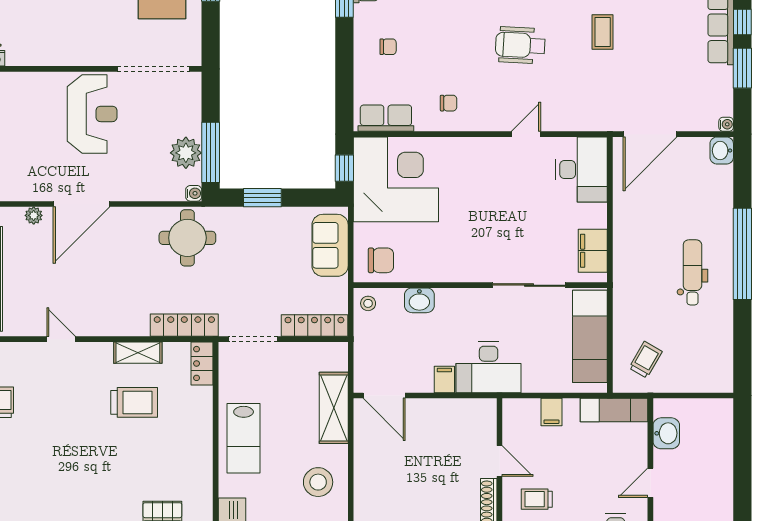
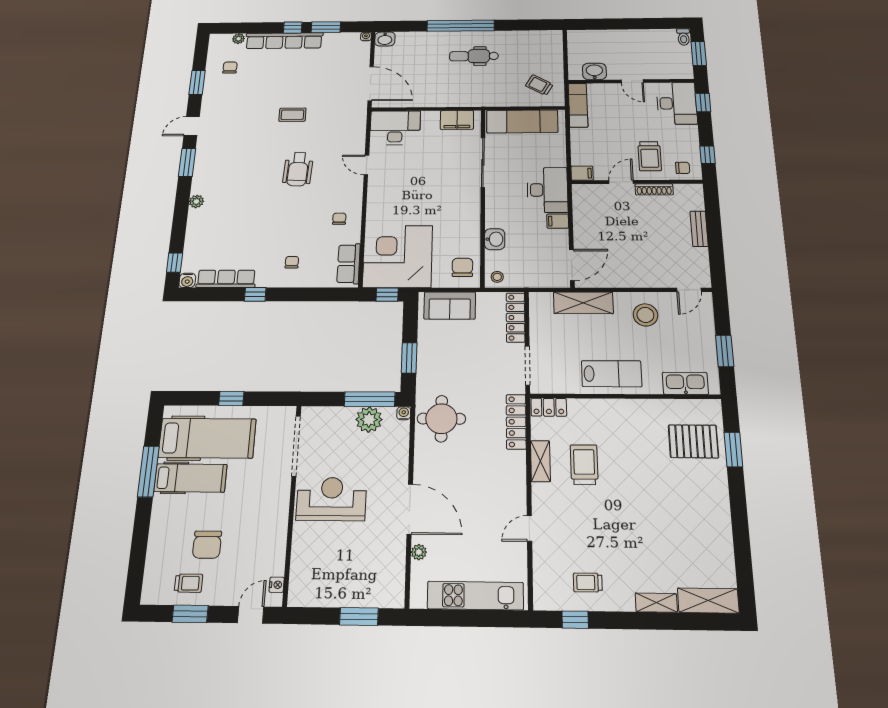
filing cabinet: (551, 412) -> (582, 173), moved
trolley: (537, 499) -> (650, 156), width x1.36, depth x1.39

